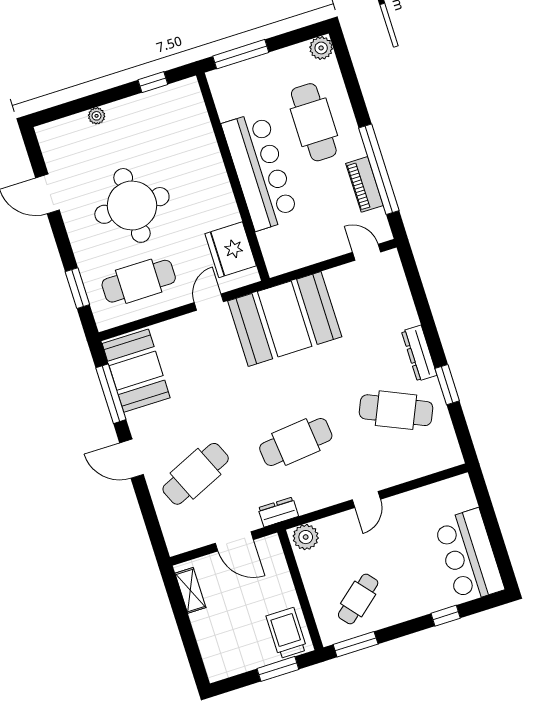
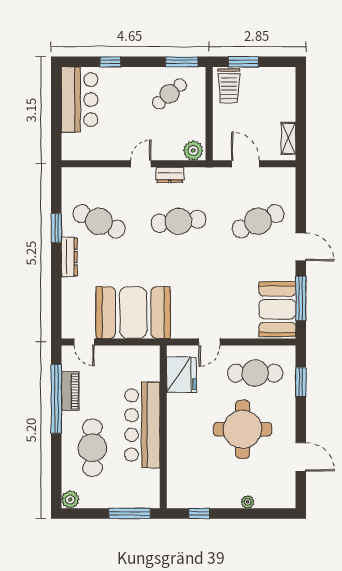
booth: (285, 319) -> (133, 313), moved
dresser: (278, 512) -> (170, 175), moved

